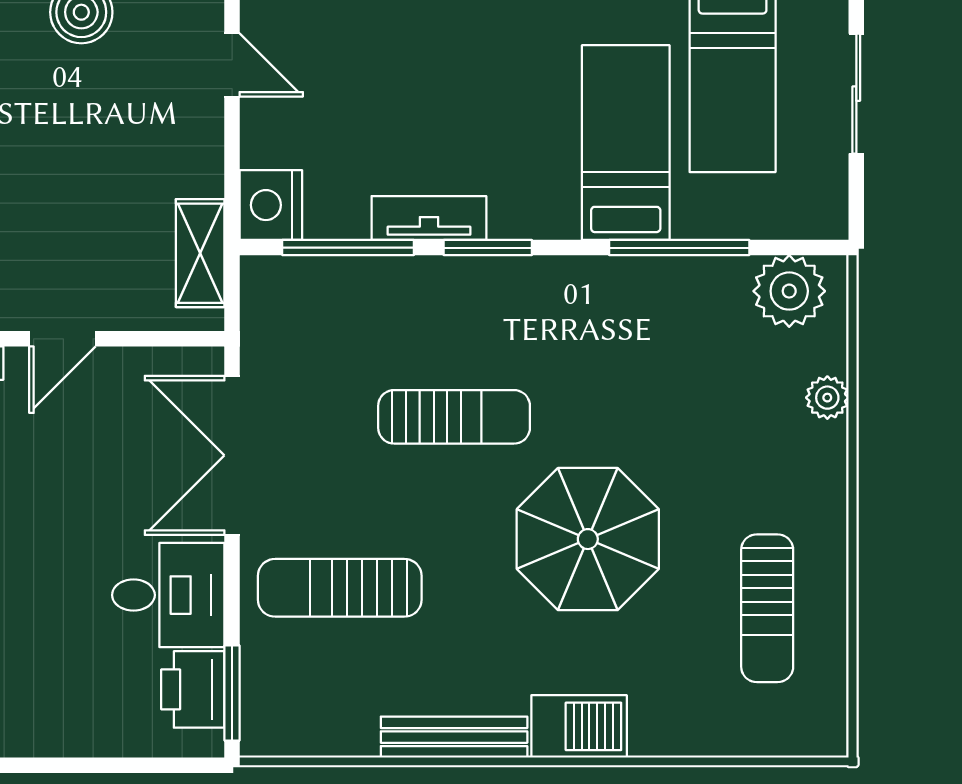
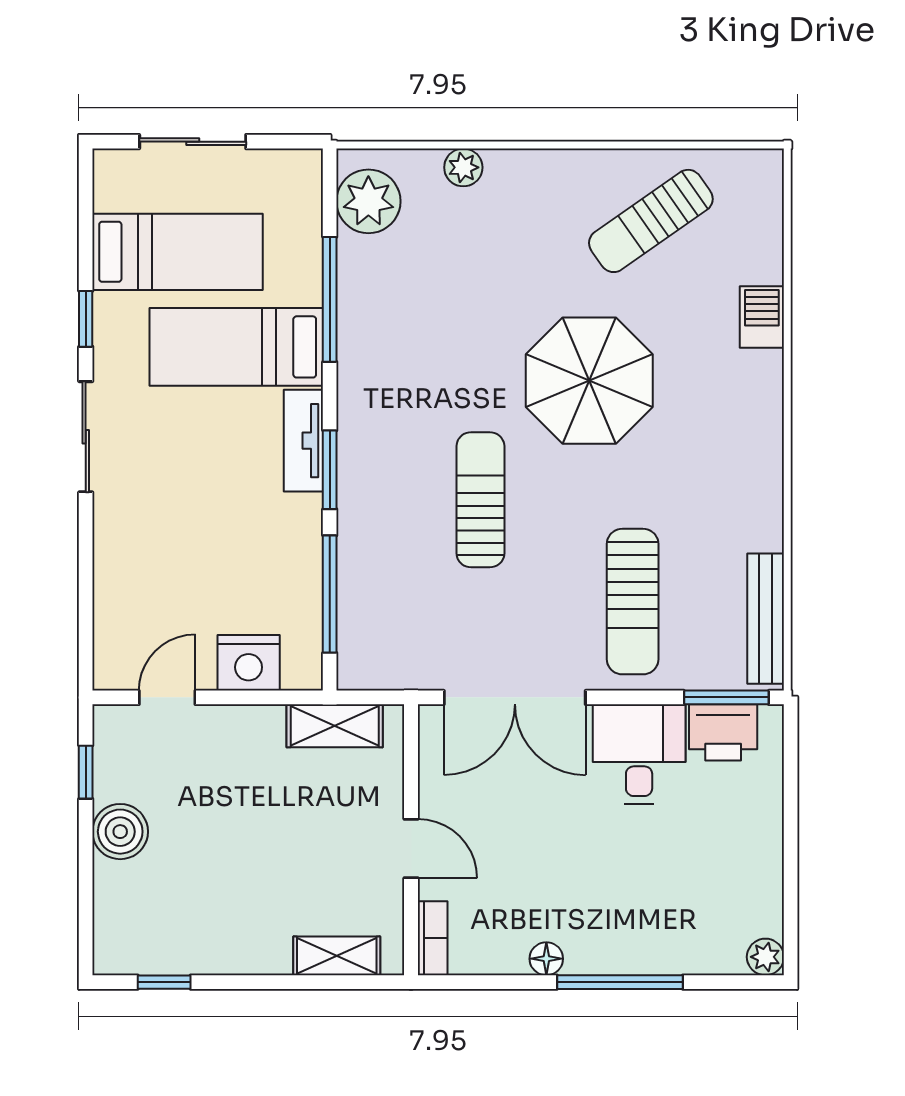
nightstand: (271, 205) -> (249, 663), moved
tv unit: (429, 218) -> (303, 441), moved
sun lounger: (767, 608) -> (651, 221), turned 145
barbecue: (579, 726) -> (762, 317), moved, width x0.73, depth x0.79
bench: (454, 737) -> (766, 619), moved

